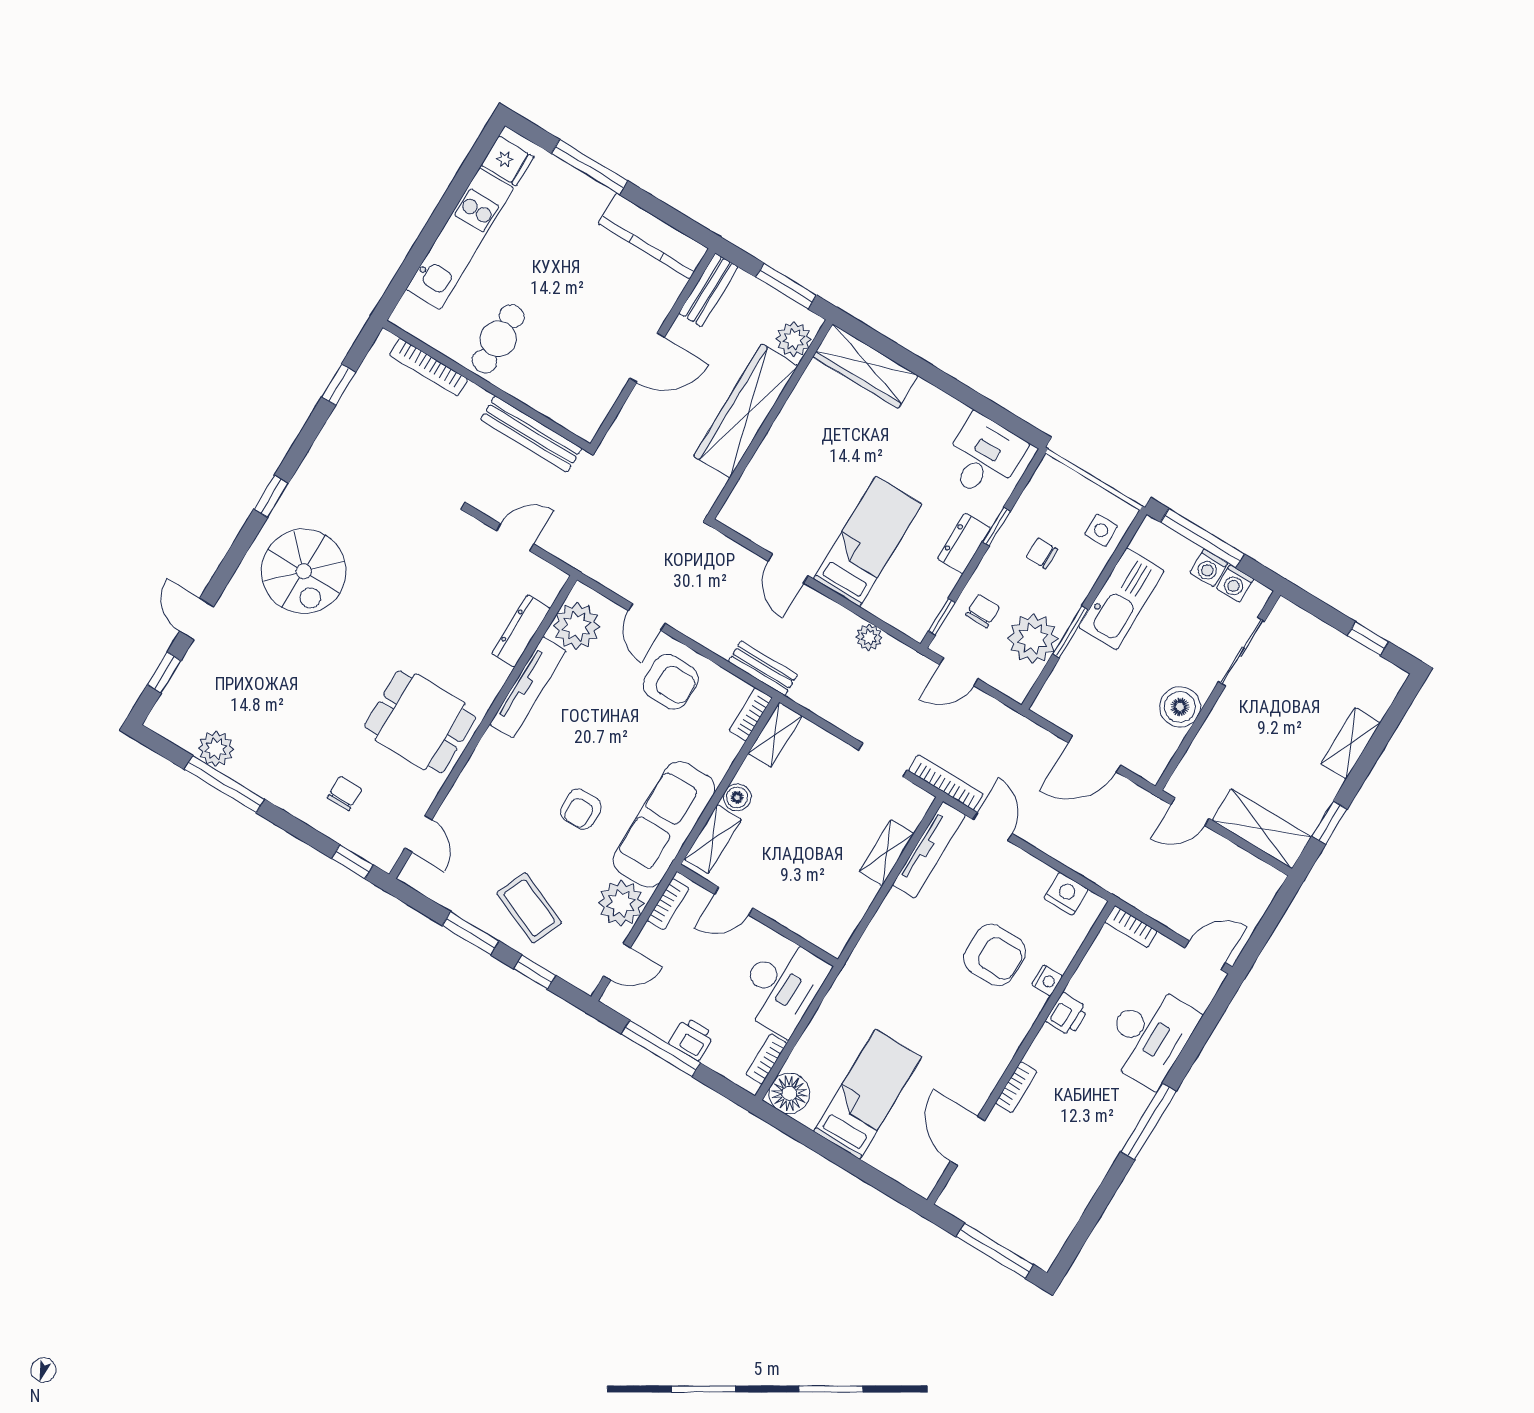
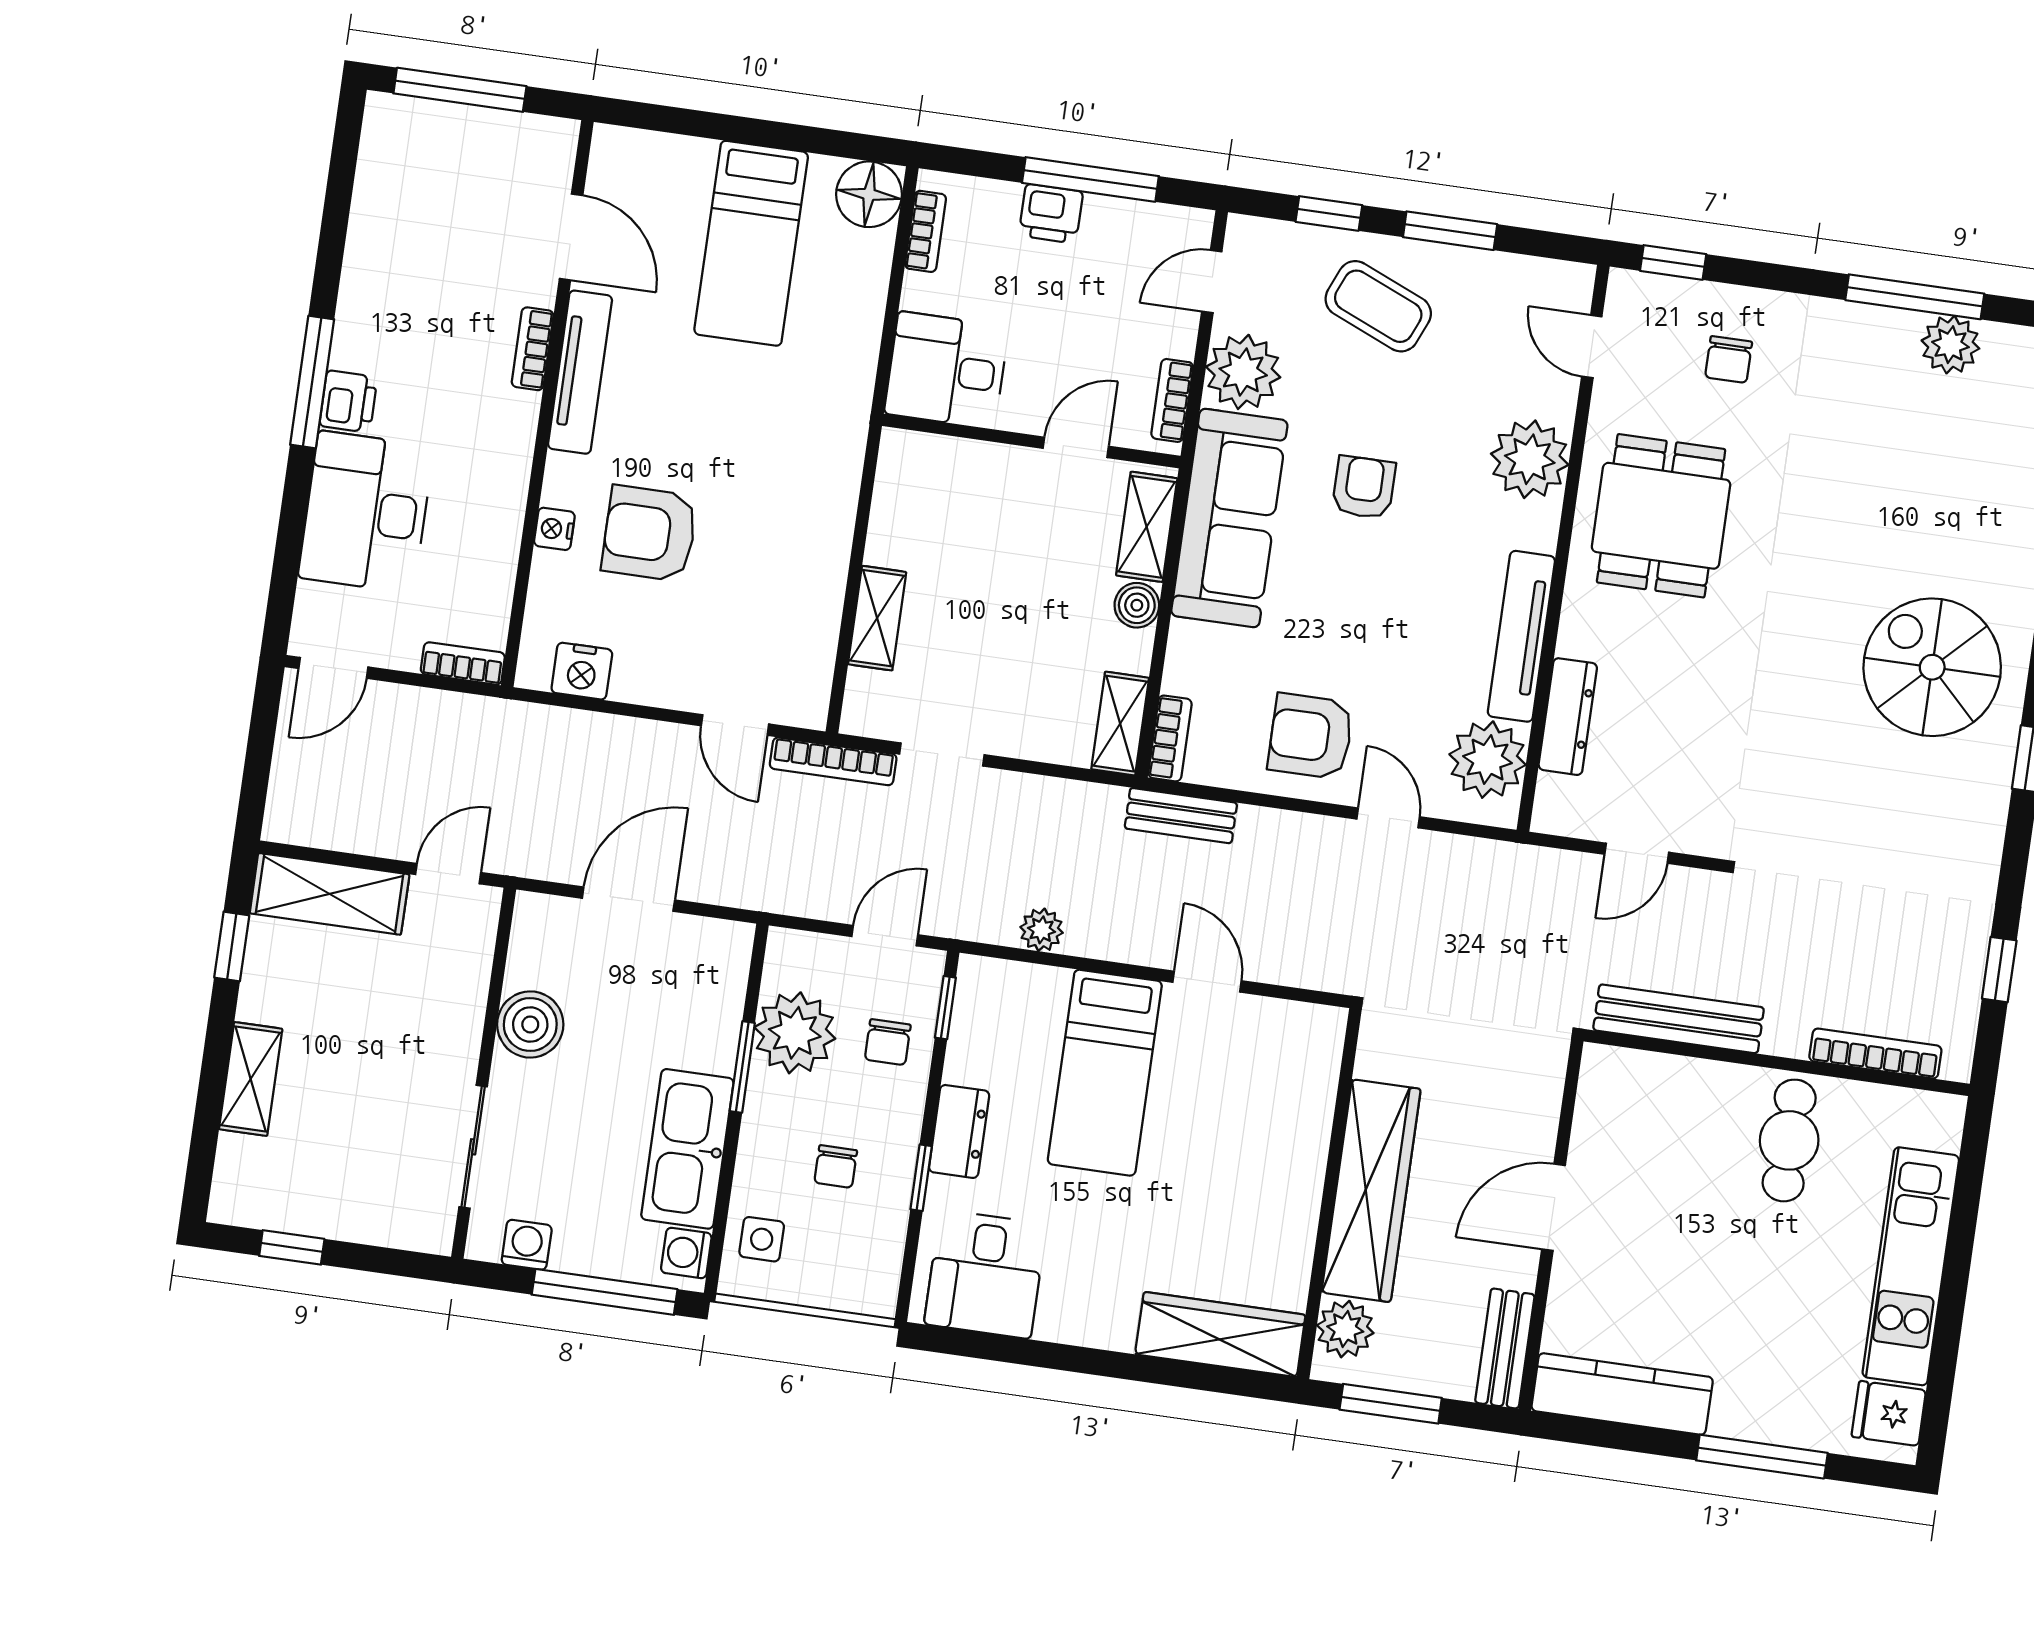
chair: (1042, 553) -> (836, 1167), turned 90
washing machine: (1209, 568) -> (686, 1253), moved, turned -90
dining table: (420, 722) -> (1661, 516), turned 90
plant: (481, 785) -> (1530, 459), added
tv unit: (929, 850) -> (580, 372), moved, turned 180
desk: (782, 986) -> (946, 370), width x0.73
printer: (1067, 1014) -> (348, 401), moved, turned 180

